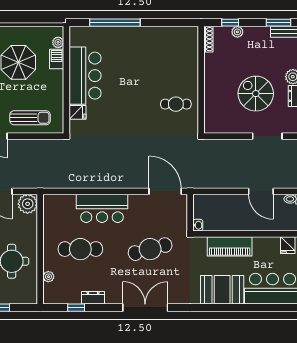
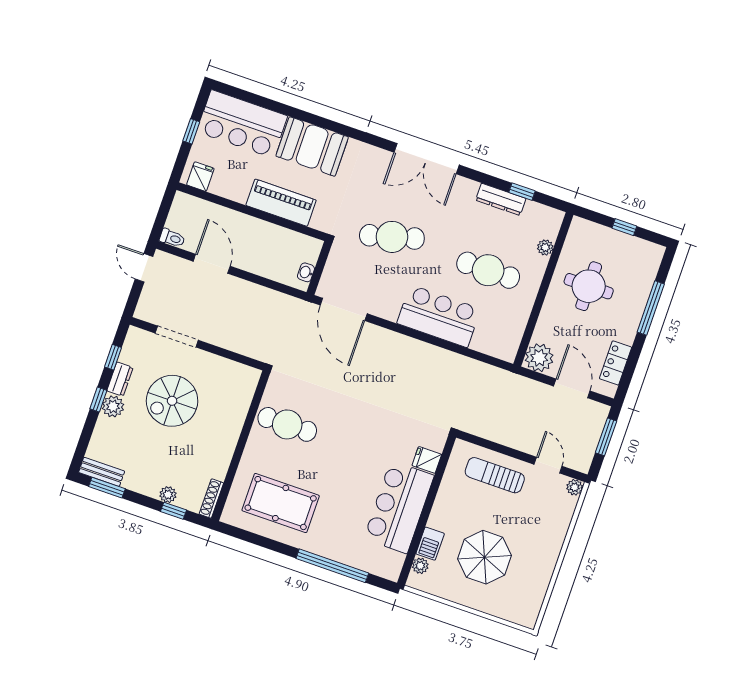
pool table: (163, 52) -> (281, 503), added
spiral stairs: (256, 94) -> (172, 401), turned 90
cafe table: (176, 104) -> (287, 424), width x1.37, depth x1.35
washbasin: (198, 225) -> (306, 272), moved
dresser: (93, 298) -> (501, 199), width x1.44

